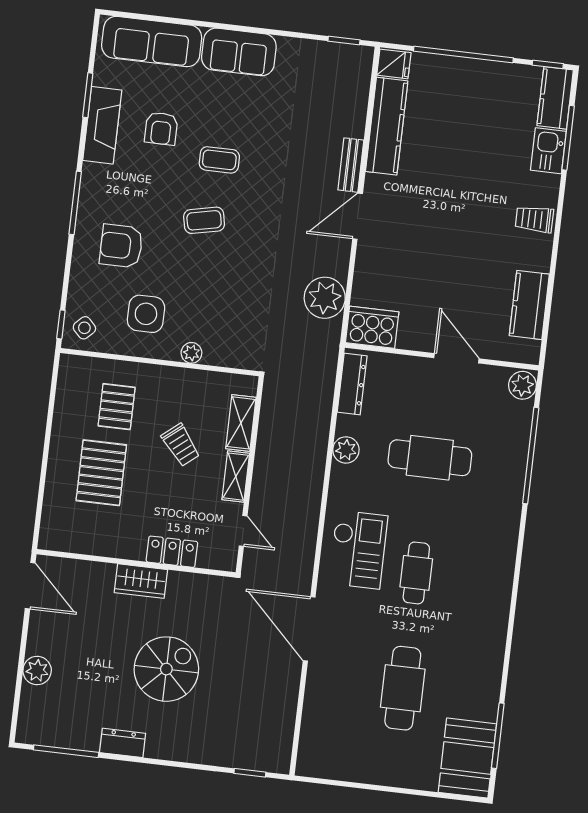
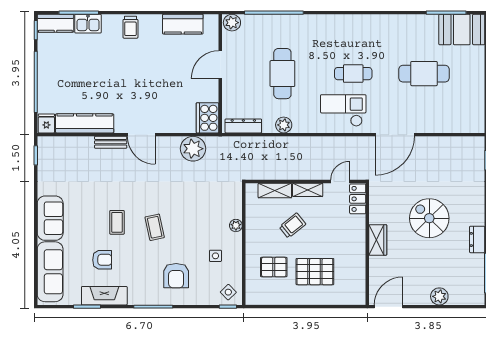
side table: (146, 314) -> (215, 256), width x0.54, depth x0.54
locker: (172, 552) -> (358, 199), moved

